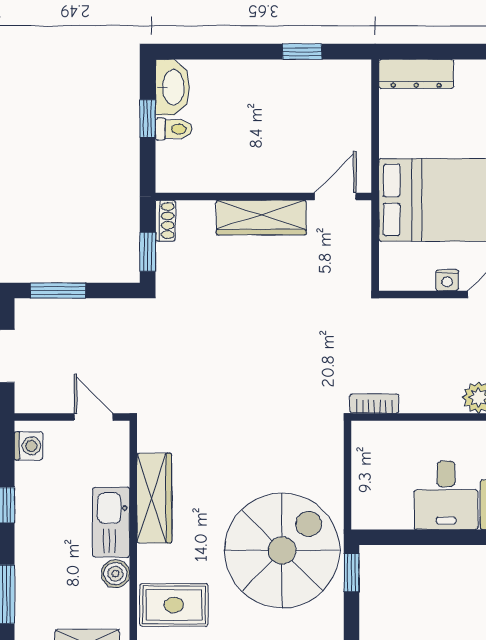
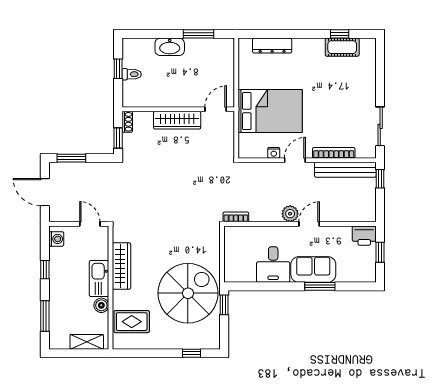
window: (302, 52) -> (198, 34), width x1.50
dresser: (416, 74) -> (272, 46), moved
washbasin: (172, 87) -> (170, 47), moved, turned 90

